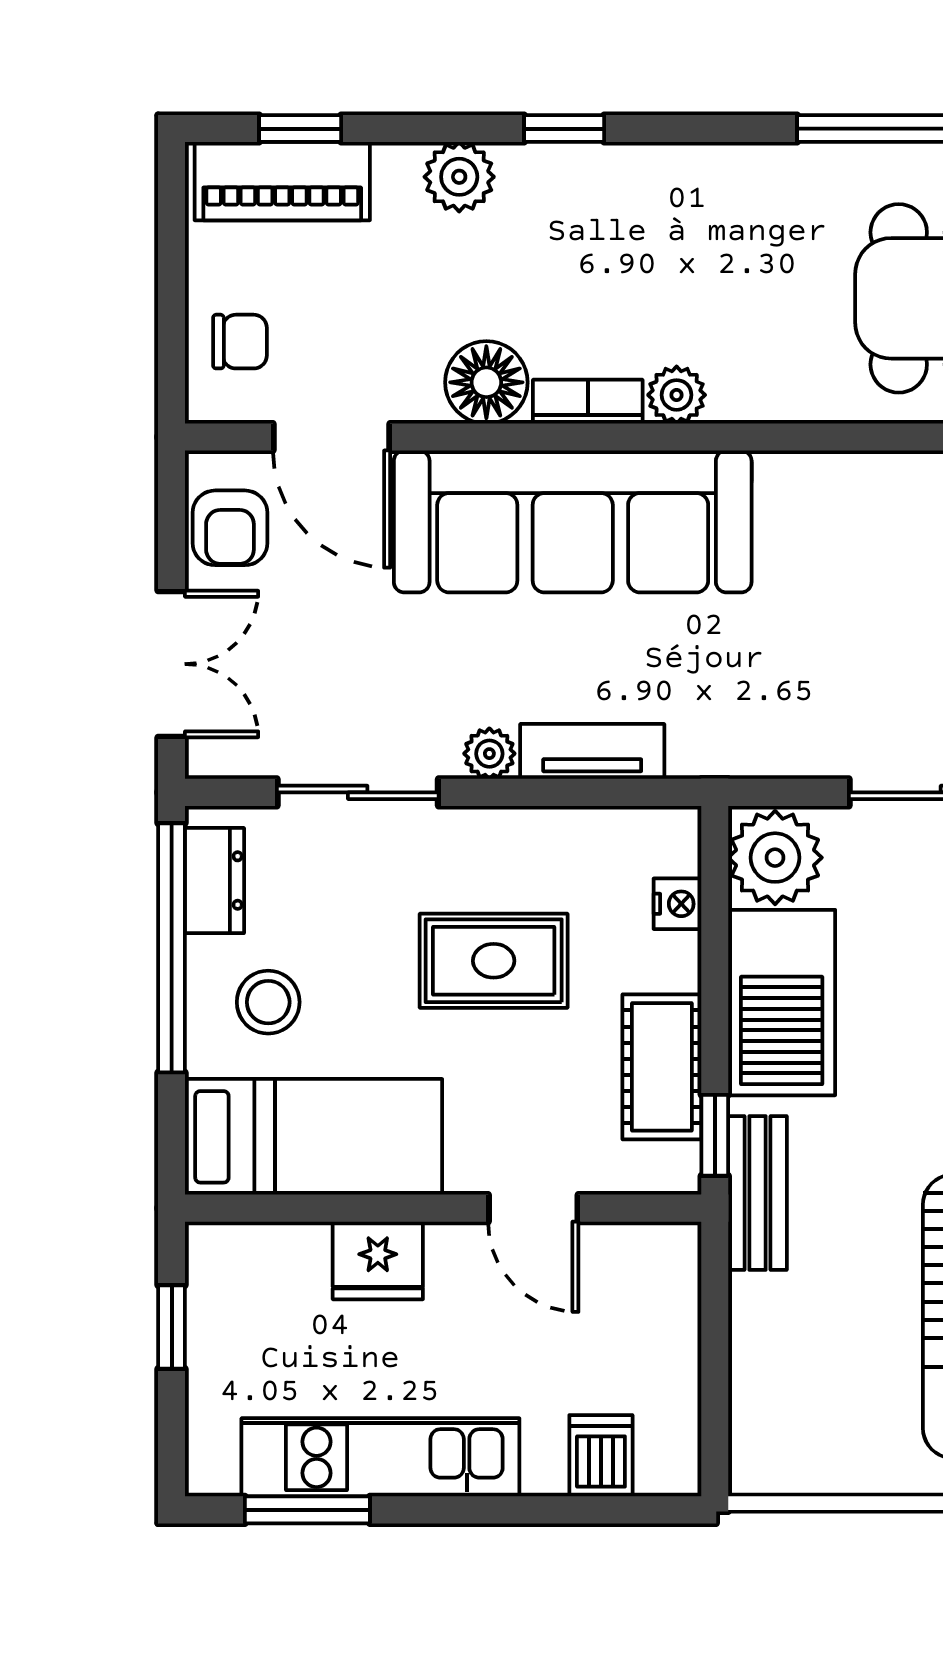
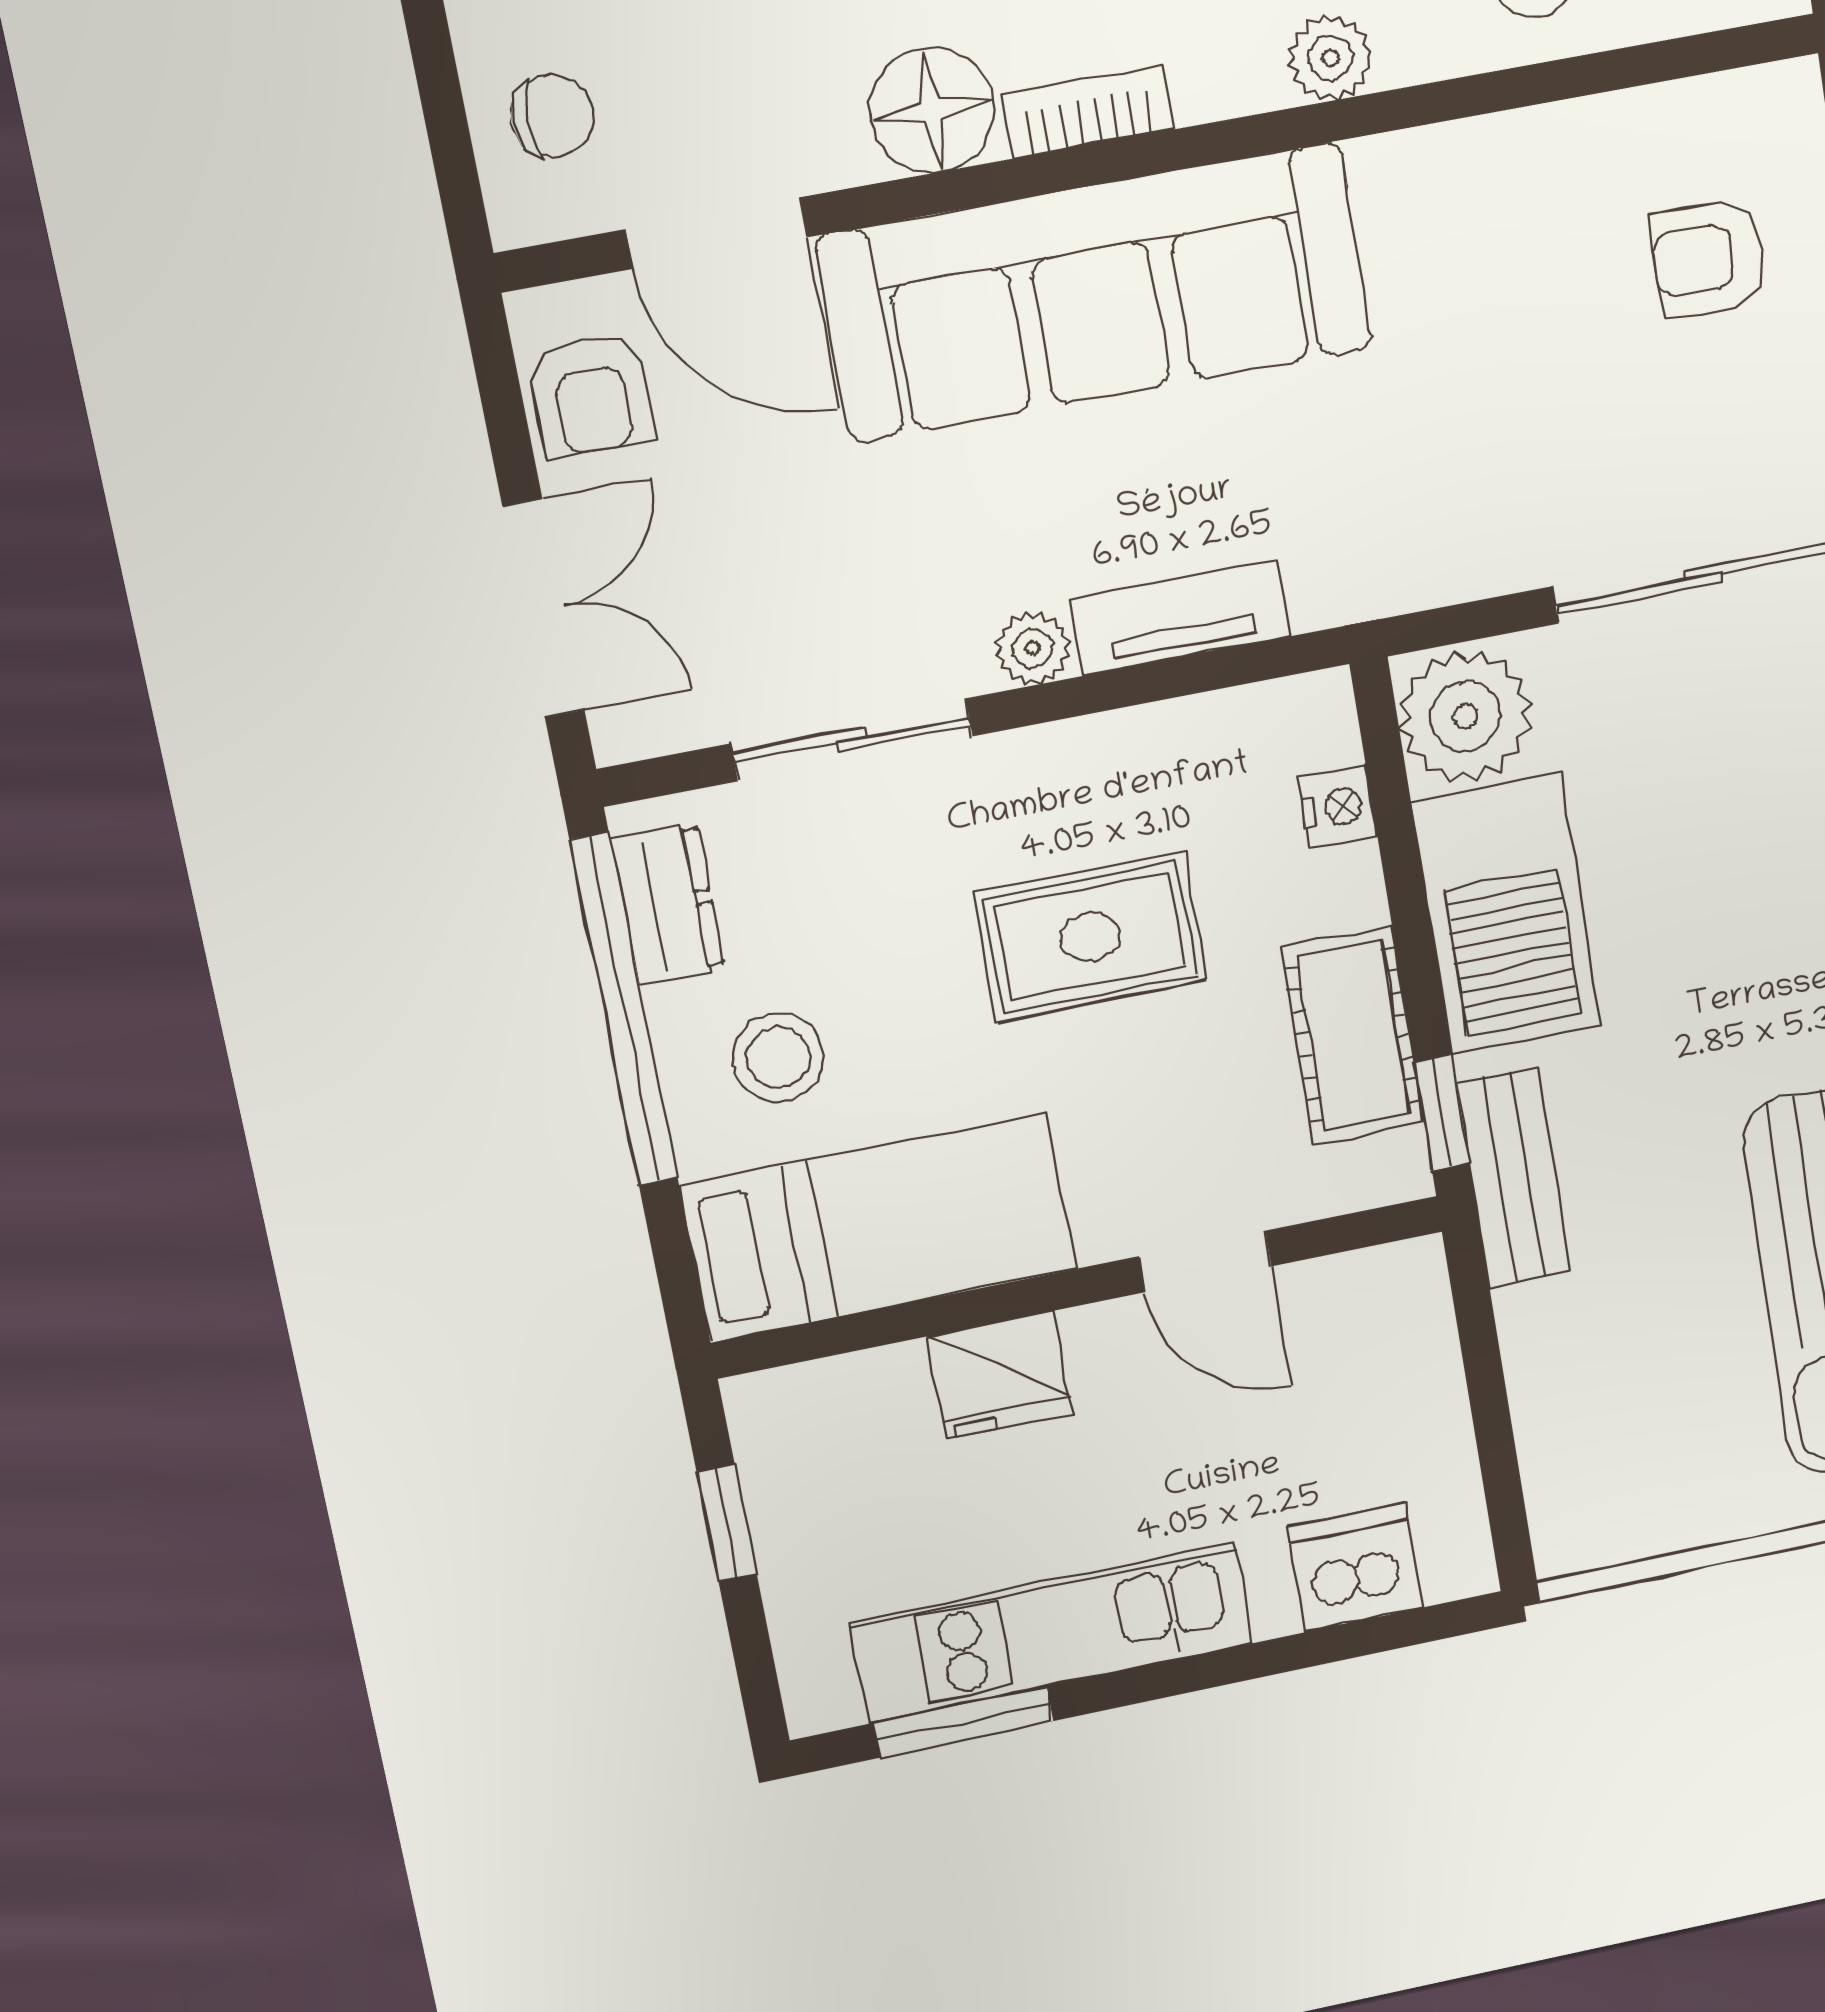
plant: (677, 395) -> (1330, 58), moved
dishwasher: (601, 1456) -> (1355, 1567), width x1.38

